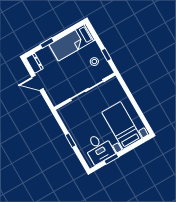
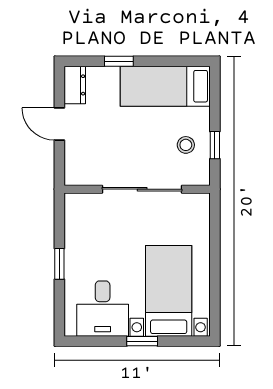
window: (111, 159) -> (142, 341), moved

